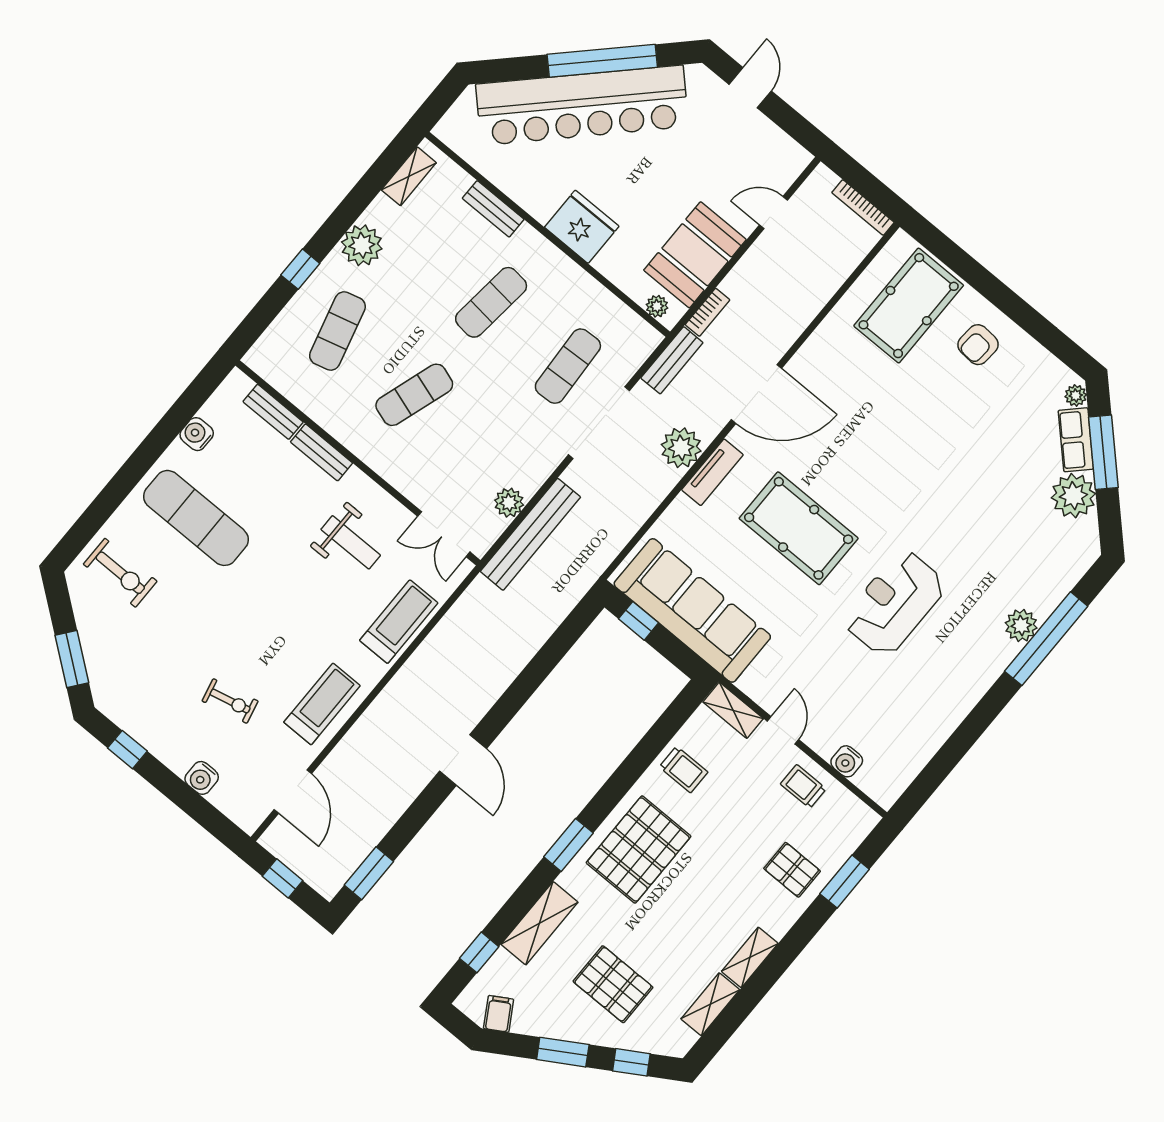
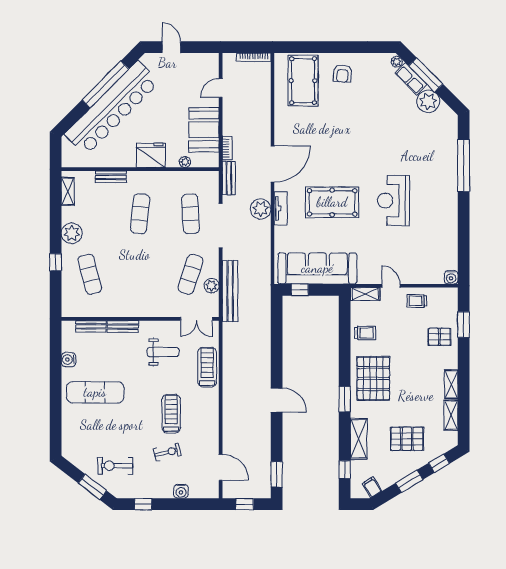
plant: (657, 306) -> (185, 162), moved
exercise mat: (414, 395) -> (190, 274), moved
exercise bike: (120, 573) -> (115, 466), moved, turned 180
plant: (1021, 625) -> (450, 168), removed
treadmill: (322, 704) -> (171, 414), moved
water cooler: (847, 761) -> (451, 277), moved

